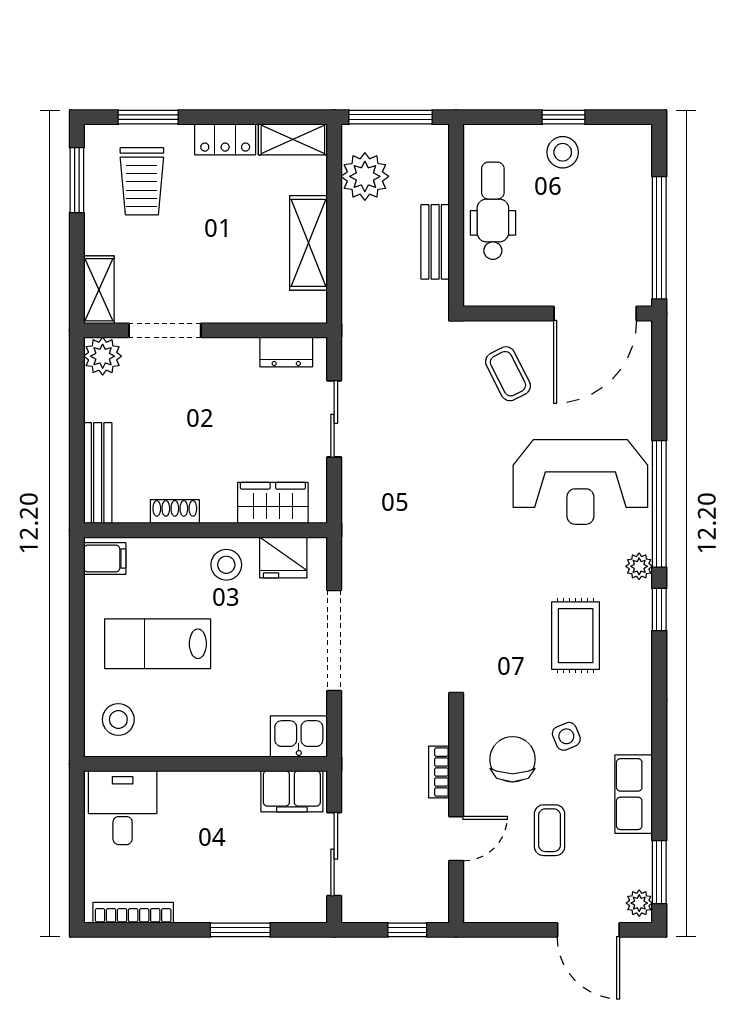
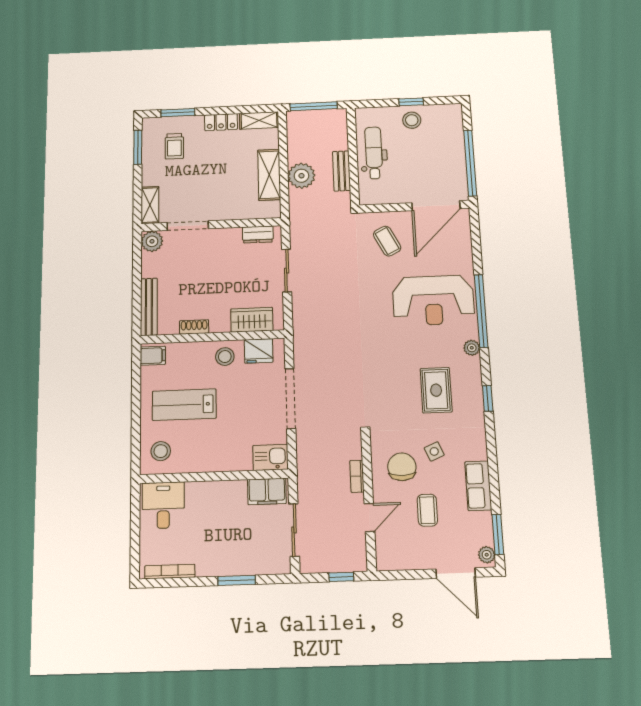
plant: (365, 176) -> (301, 176), moved
trolley: (142, 181) -> (174, 146), width x0.73, depth x0.72
window: (659, 610) -> (488, 398), moved

